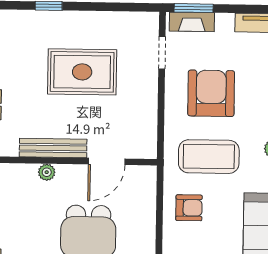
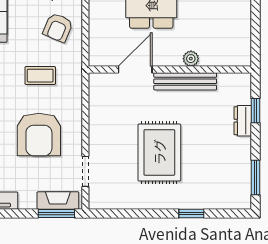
rug: (82, 72) -> (159, 152), turned 90
coffee table: (209, 157) -> (40, 76), width x0.54, depth x0.58
armchair: (189, 208) -> (58, 28), turned -67

